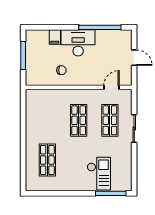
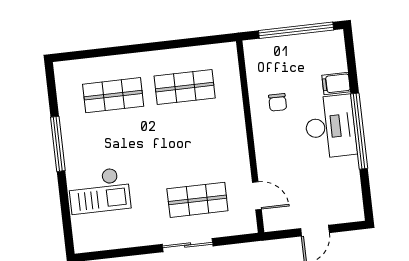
window: (100, 27) -> (359, 131), moved
window: (23, 56) -> (296, 30), width x1.46
shop shelf: (79, 120) -> (185, 87), moved
window: (111, 193) -> (58, 144), moved

